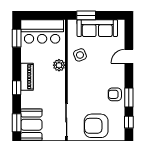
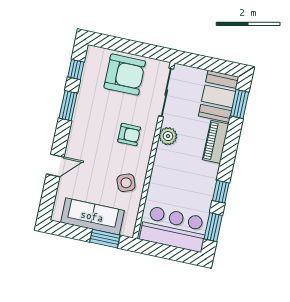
plant: (59, 65) -> (168, 136), moved
piano: (27, 77) -> (216, 142), moved
window: (17, 88) -> (221, 192), moved
armchair: (115, 94) -> (129, 135), moved

